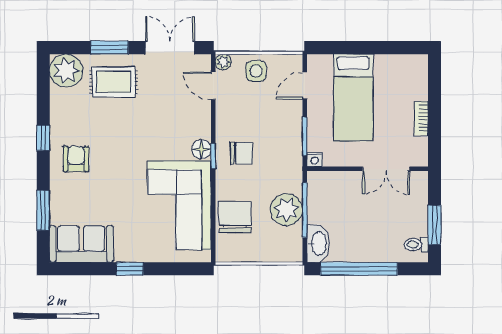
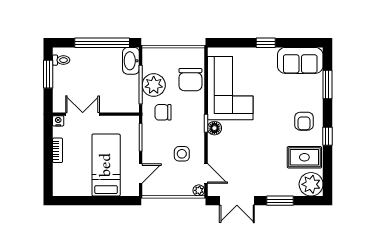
side table: (256, 71) -> (182, 154), moved
rug: (114, 82) -> (304, 157), moved
chair: (242, 153) -> (163, 112), moved
nightstand: (315, 159) -> (58, 121), moved

